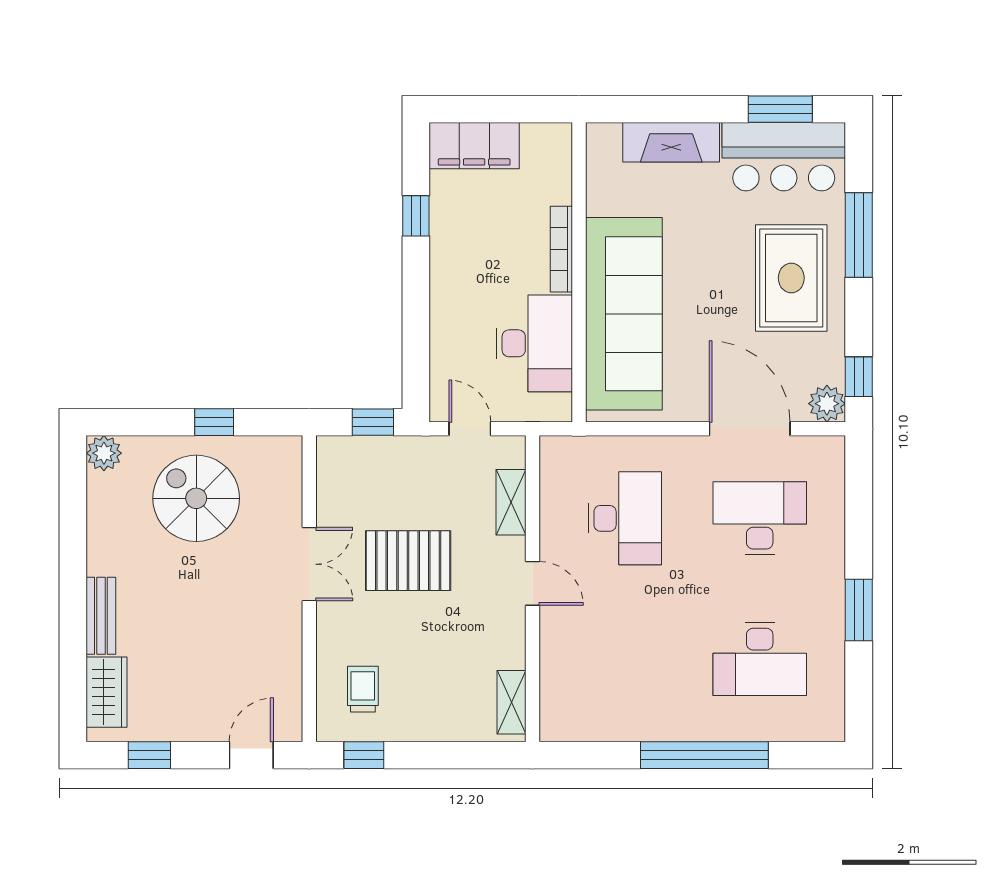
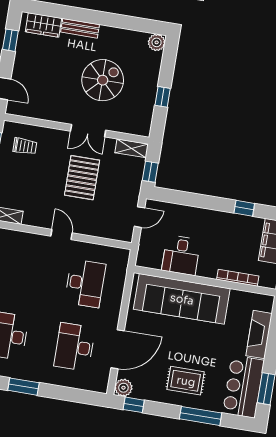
bookcase: (561, 249) -> (238, 278), moved
rug: (791, 278) -> (186, 381), width x0.73, depth x0.70
desk: (534, 343) -> (181, 255), width x0.73
spiral stairs: (196, 498) -> (103, 80), moved
shelving: (511, 502) -> (132, 148), moved
desk: (625, 518) -> (85, 283), turned -90
desk: (760, 518) -> (75, 347), turned 180
door: (532, 583) -> (62, 235), swing flipped

